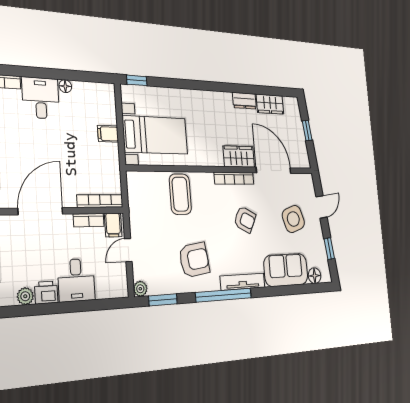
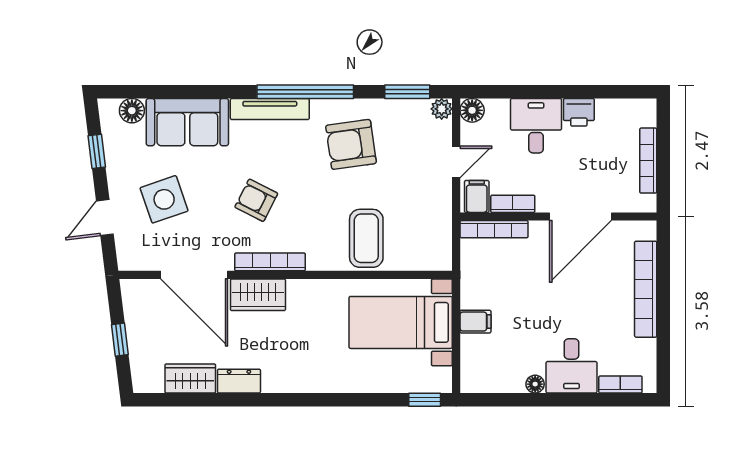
floor lamp: (120, 289) -> (472, 110), added
plant: (25, 296) -> (607, 109), removed

